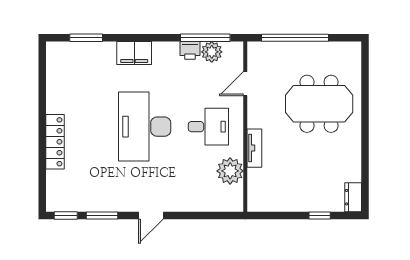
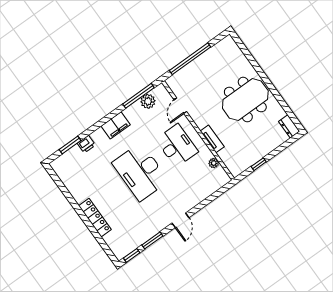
printer: (190, 50) -> (86, 144), moved
filing cabinet: (134, 53) -> (116, 125), moved
meeting table: (319, 104) -> (245, 100), moved
desk: (208, 127) -> (177, 146), width x1.37
plant: (230, 171) -> (214, 163), width x0.53, depth x0.53
window: (320, 215) -> (259, 164), moved

